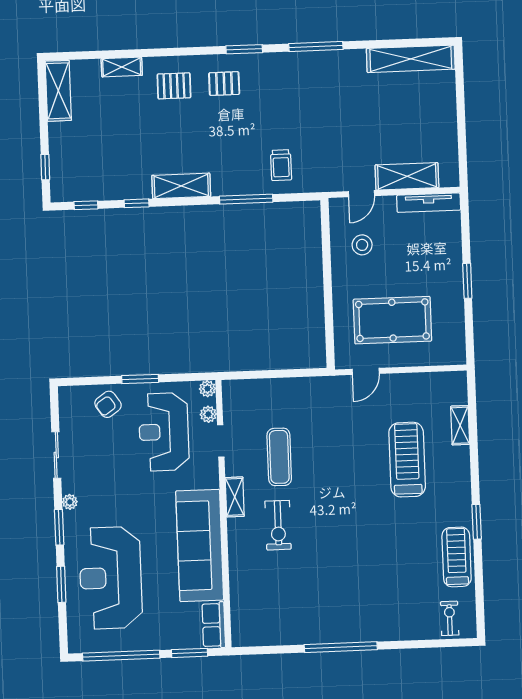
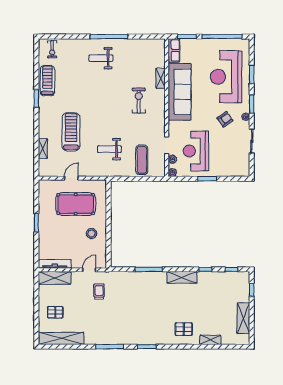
pallet: (224, 84) -> (55, 312), moved
shelving: (58, 91) -> (243, 318), moved
trolley: (281, 165) -> (99, 292), moved
shelving: (407, 176) -> (55, 278), moved
stool: (362, 245) -> (92, 233), moved
door: (366, 371) -> (71, 178), moved
armchair: (108, 404) -> (225, 119), moved
weight bench: (331, 429) -> (109, 149), added
reception desk: (164, 432) -> (196, 151), turned 180
exercise mat: (279, 457) -> (142, 160), moved
treadmill: (407, 460) -> (71, 132), turned 180
shelving: (235, 497) -> (161, 78), moved
treadmill: (457, 557) -> (47, 81), turned 180
reception desk: (111, 578) -> (226, 77), turned 180
weight bench: (354, 605) -> (101, 58), added

